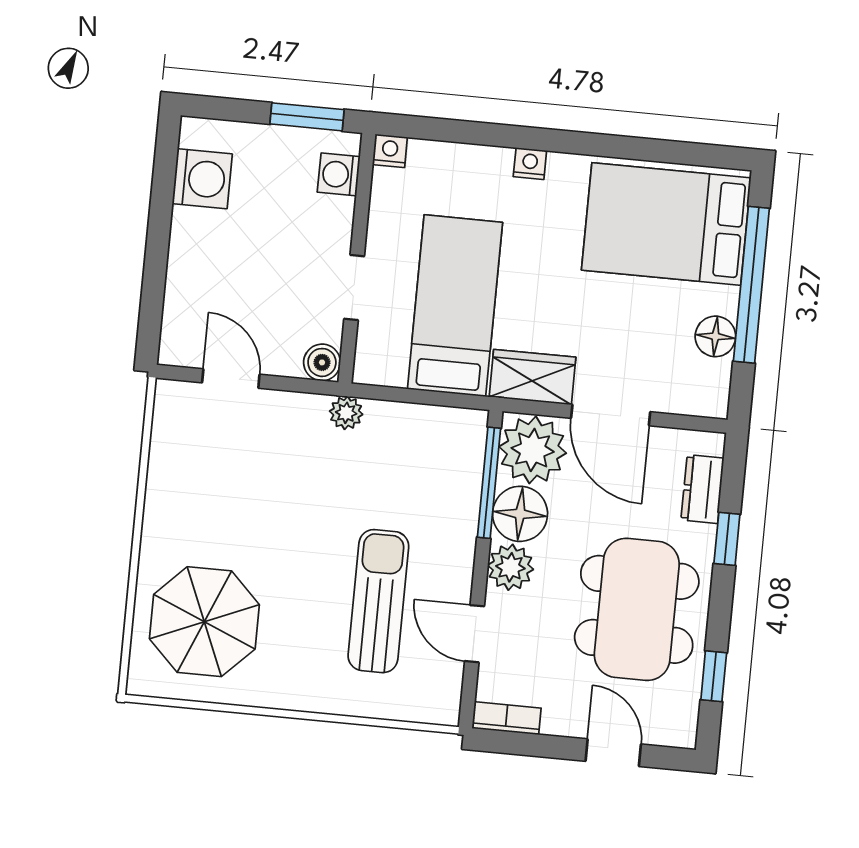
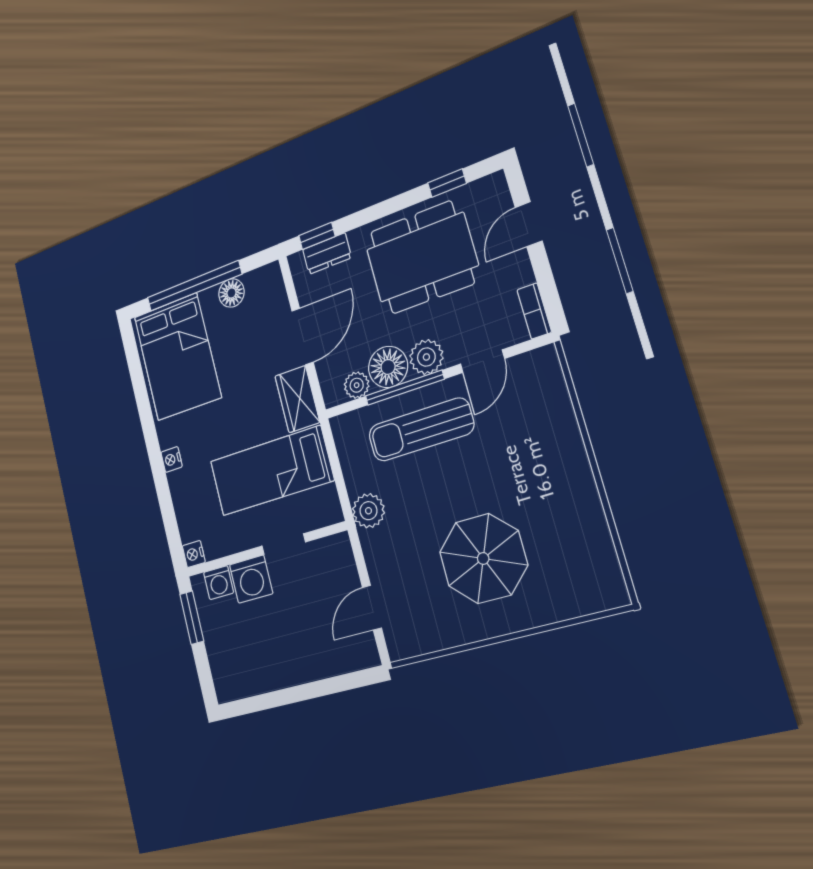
washing machine: (202, 179) -> (251, 579), moved, turned 180
boiler: (322, 362) -> (339, 547), removed
plant: (346, 413) -> (368, 511), width x1.38, depth x1.38
plant: (533, 450) -> (357, 385), width x0.53, depth x0.53
window: (489, 483) -> (405, 388), moved
window: (727, 539) -> (317, 236), moved
sun lounger: (378, 601) -> (421, 430), moved
parasol: (204, 622) -> (483, 558), moved

